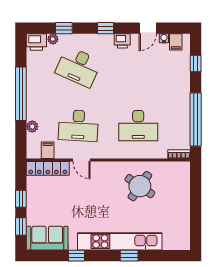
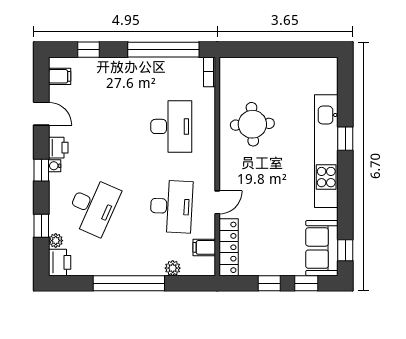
water cooler: (164, 38) -> (55, 166), moved
round table: (140, 186) -> (252, 124), turned -38
window: (77, 256) -> (345, 250), moved

